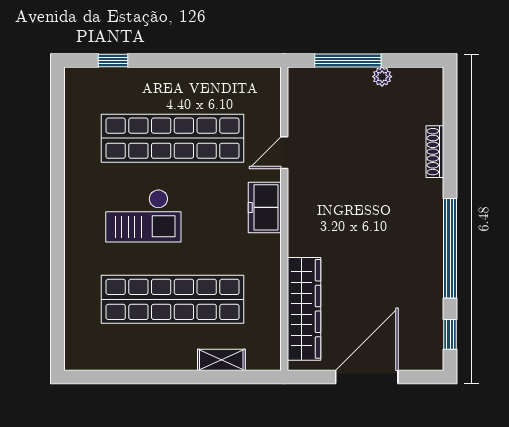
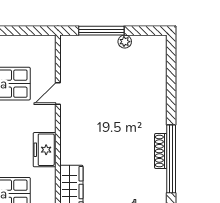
shoe rack: (435, 152) -> (161, 151), moved
freezer: (265, 207) -> (45, 150), moved

